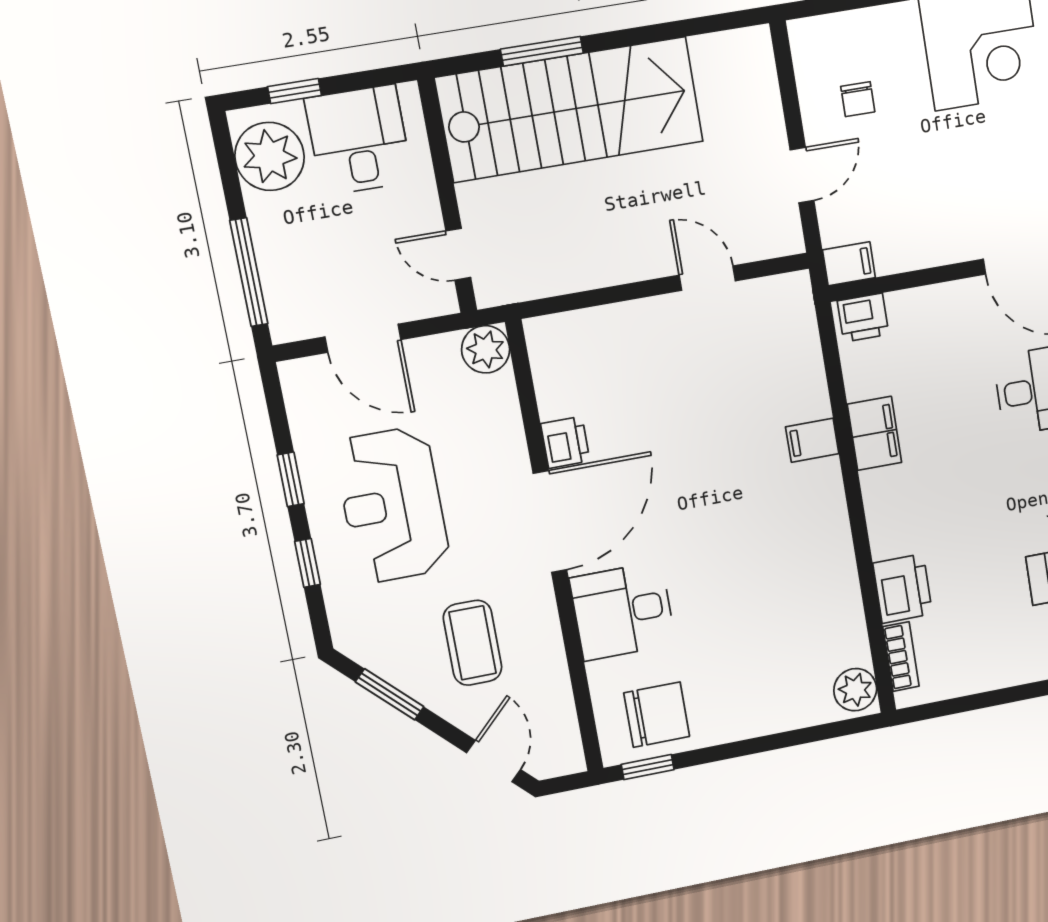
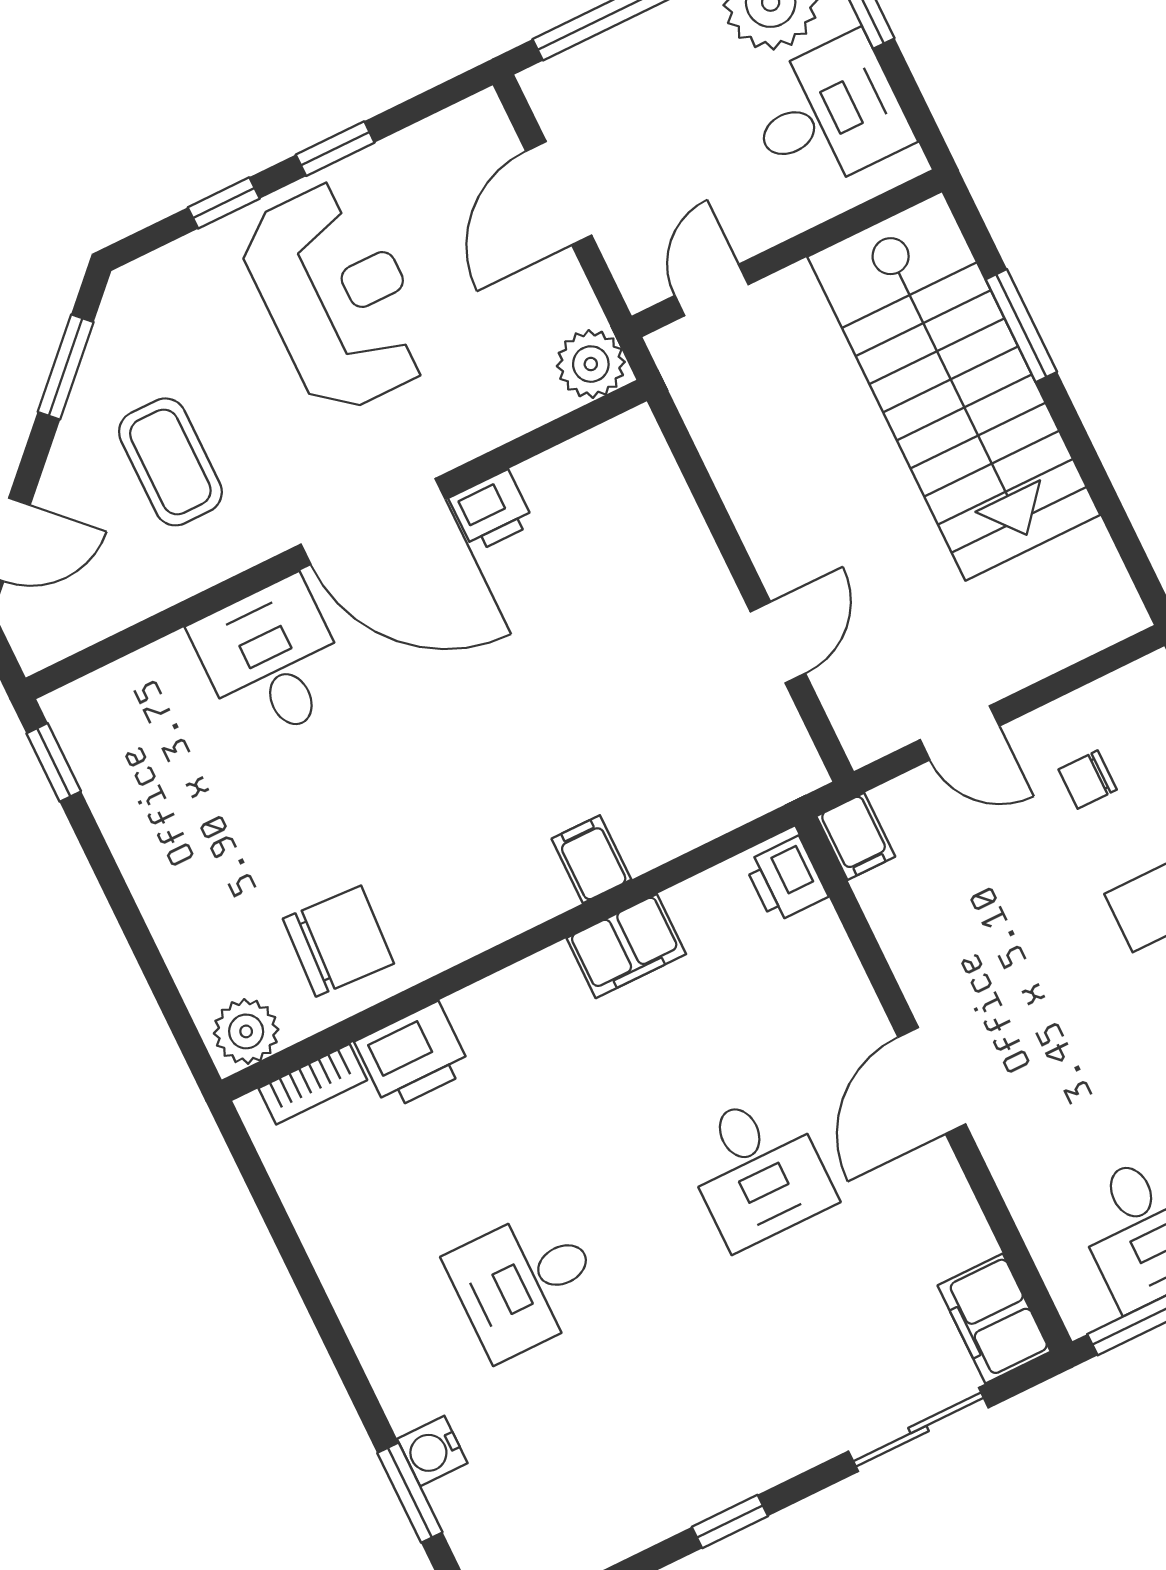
reception desk: (392, 505) -> (337, 297), turned 90
coffee table: (473, 643) -> (170, 462), turned 90
chair: (657, 715) -> (338, 941), moved, turned -87

